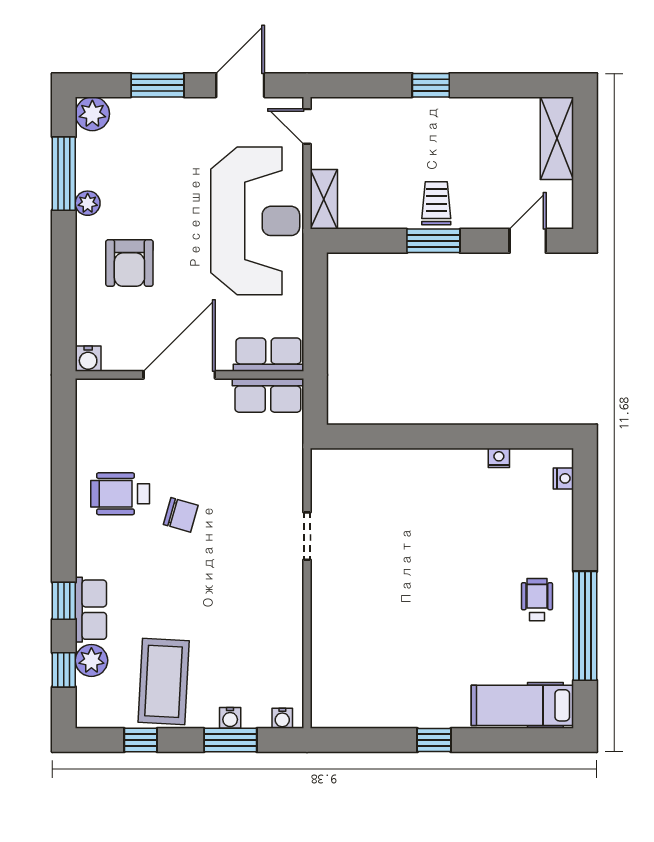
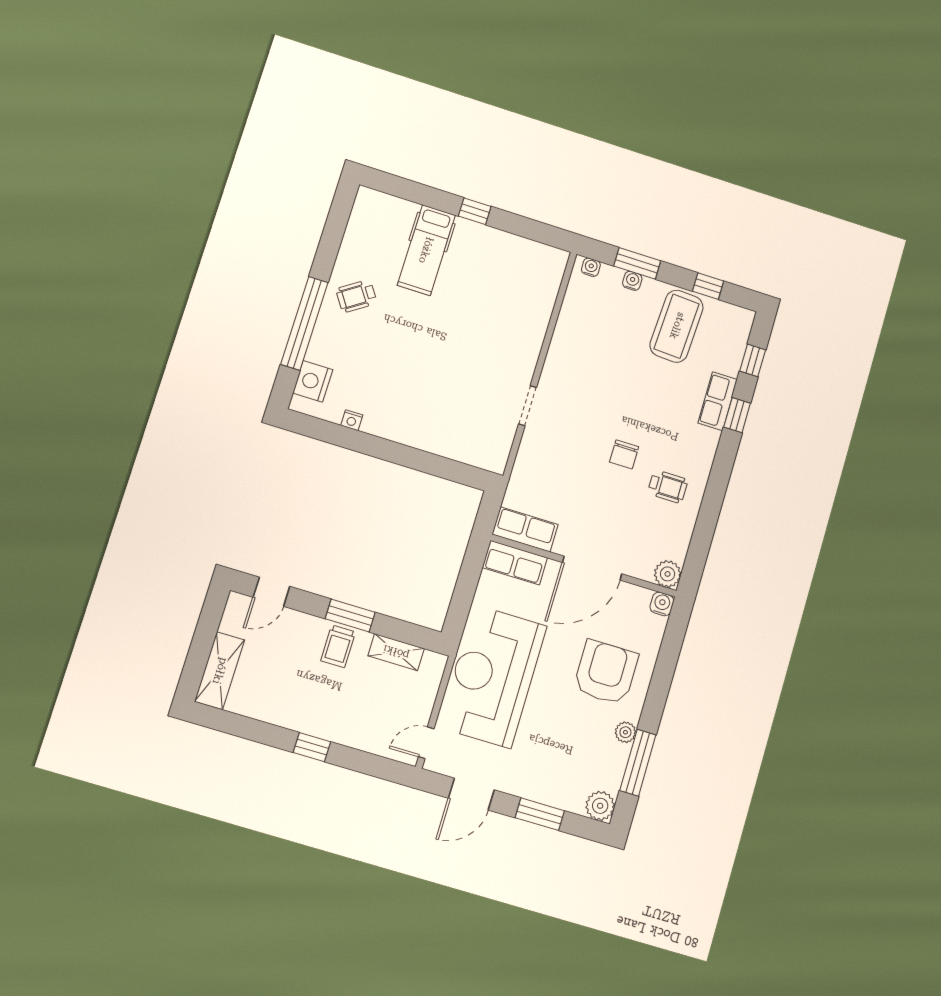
door: (307, 126) -> (426, 743), swing flipped
shelving: (324, 199) -> (396, 652), moved, turned 90
armchair: (129, 263) -> (606, 672), width x1.36, depth x1.36
nightstand: (563, 478) -> (313, 381), width x1.89, depth x1.79
wheelchair: (120, 494) -> (668, 487), width x0.73, depth x0.73
chair: (181, 515) -> (624, 454), turned -106
wheelchair: (537, 600) -> (356, 296), turned 56
window: (585, 626) -> (304, 323), moved
plant: (91, 660) -> (668, 574), moved
hospital bed: (522, 705) -> (426, 250), moved, turned 90

